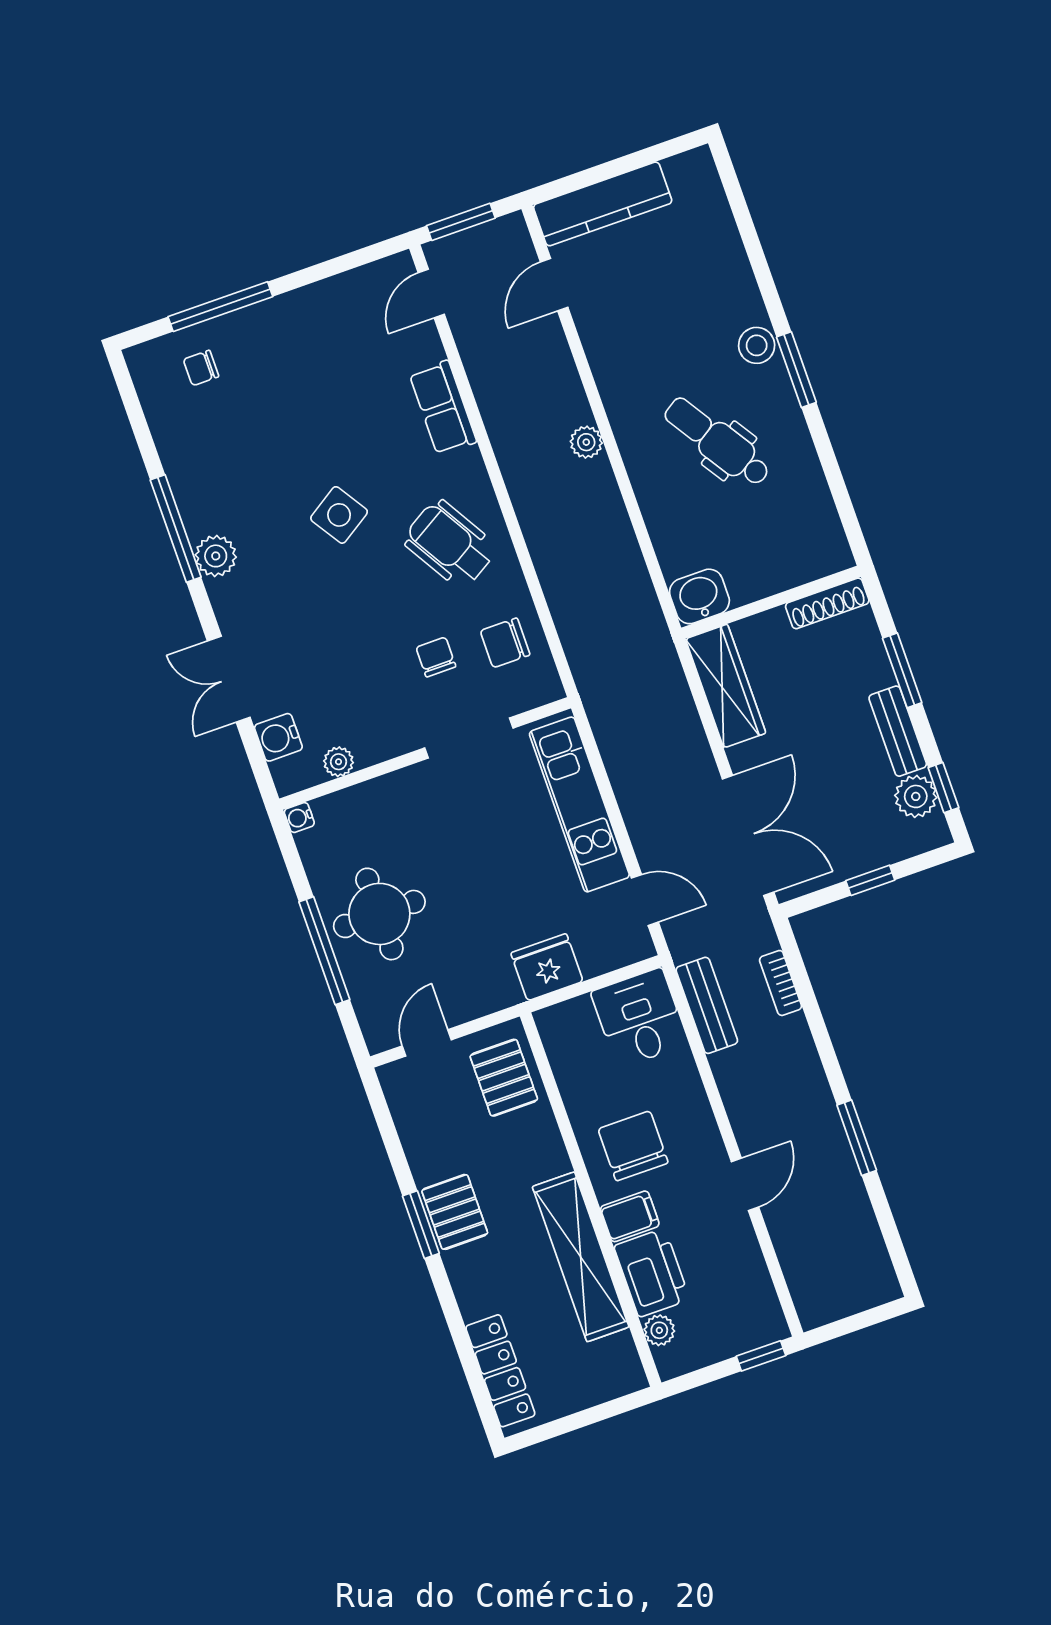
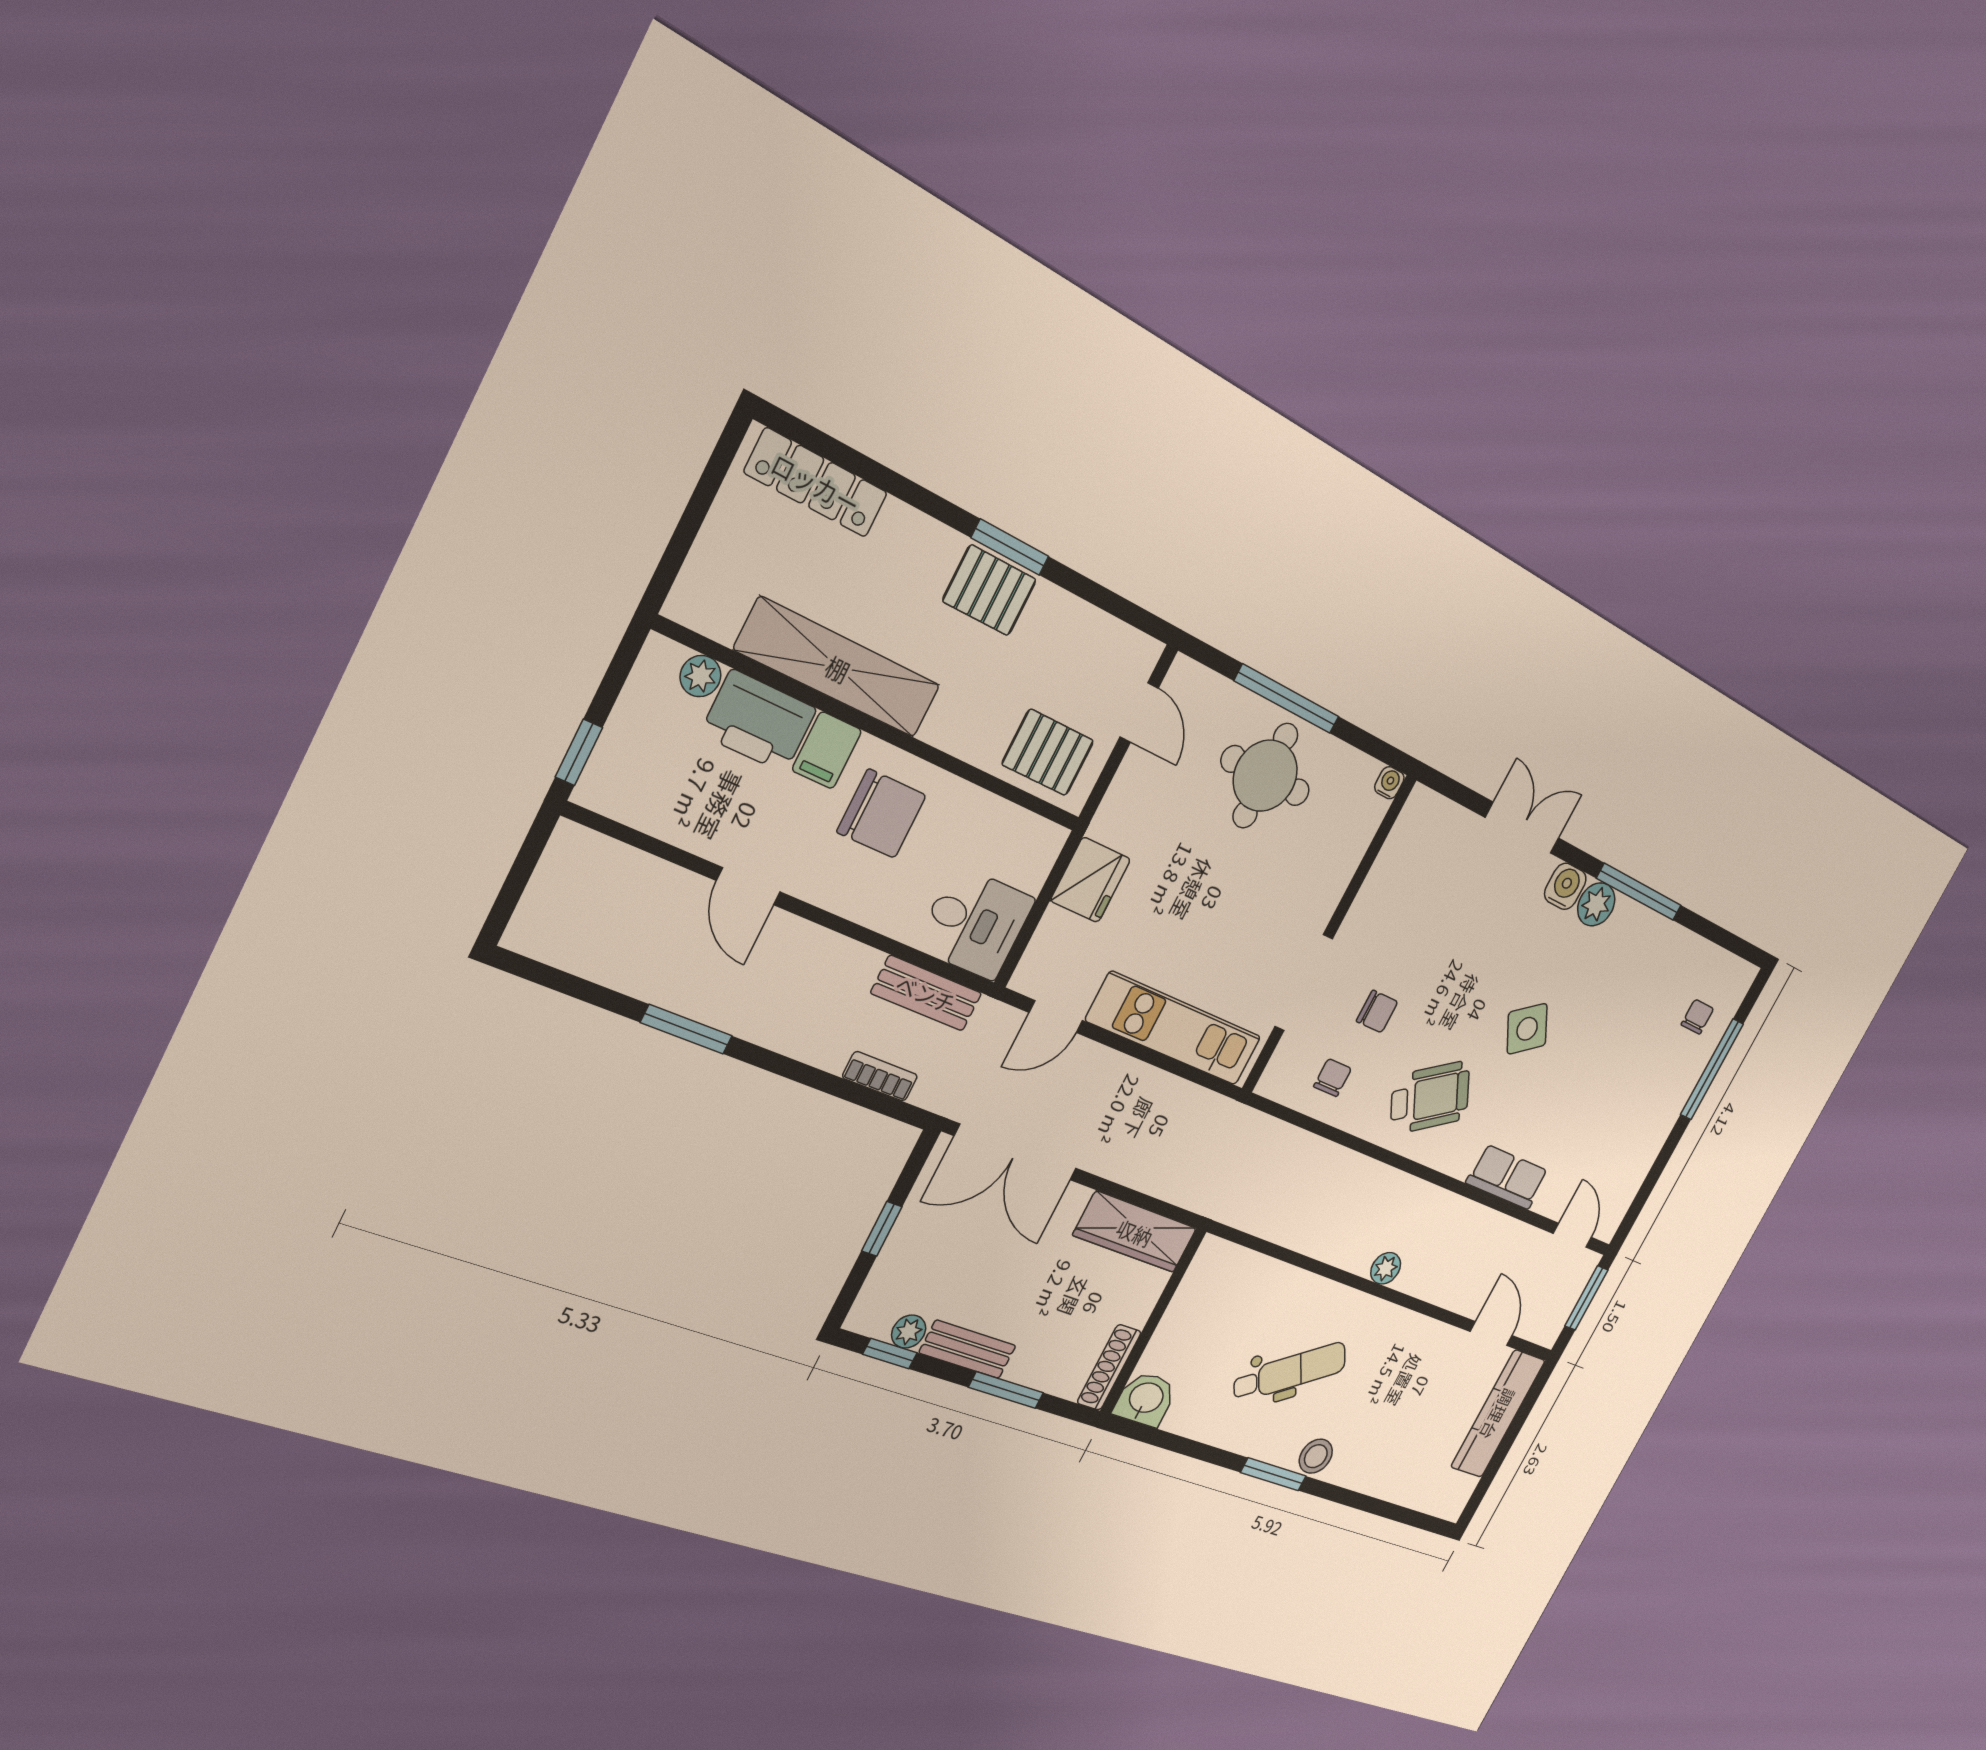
washbasin: (699, 596) -> (1146, 1399), moved, turned -90
chair: (505, 643) -> (1333, 1078), width x0.73, depth x0.73
water cooler: (278, 737) -> (1565, 886), moved
plant: (339, 762) -> (1391, 857), removed
plant: (916, 796) -> (909, 1332), width x0.73, depth x0.73

